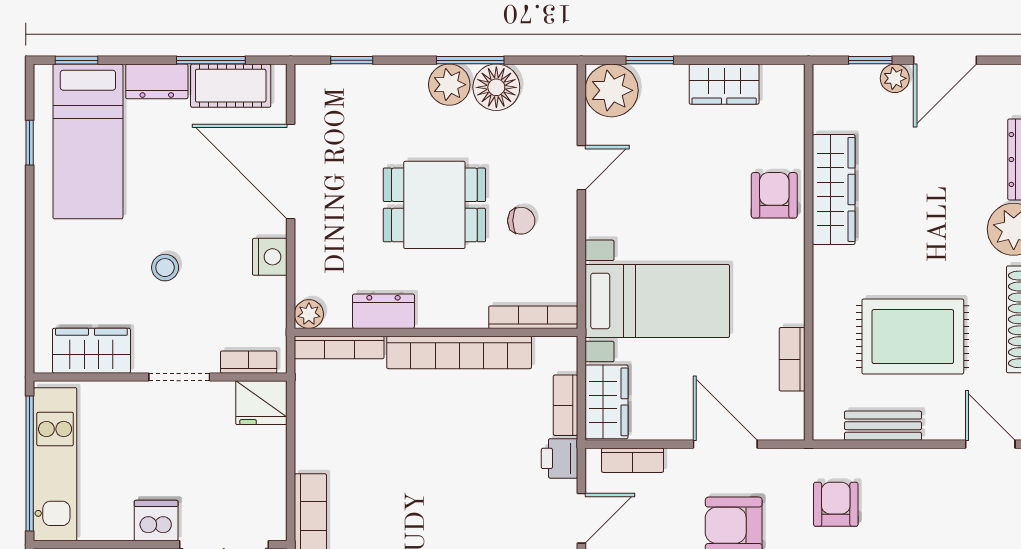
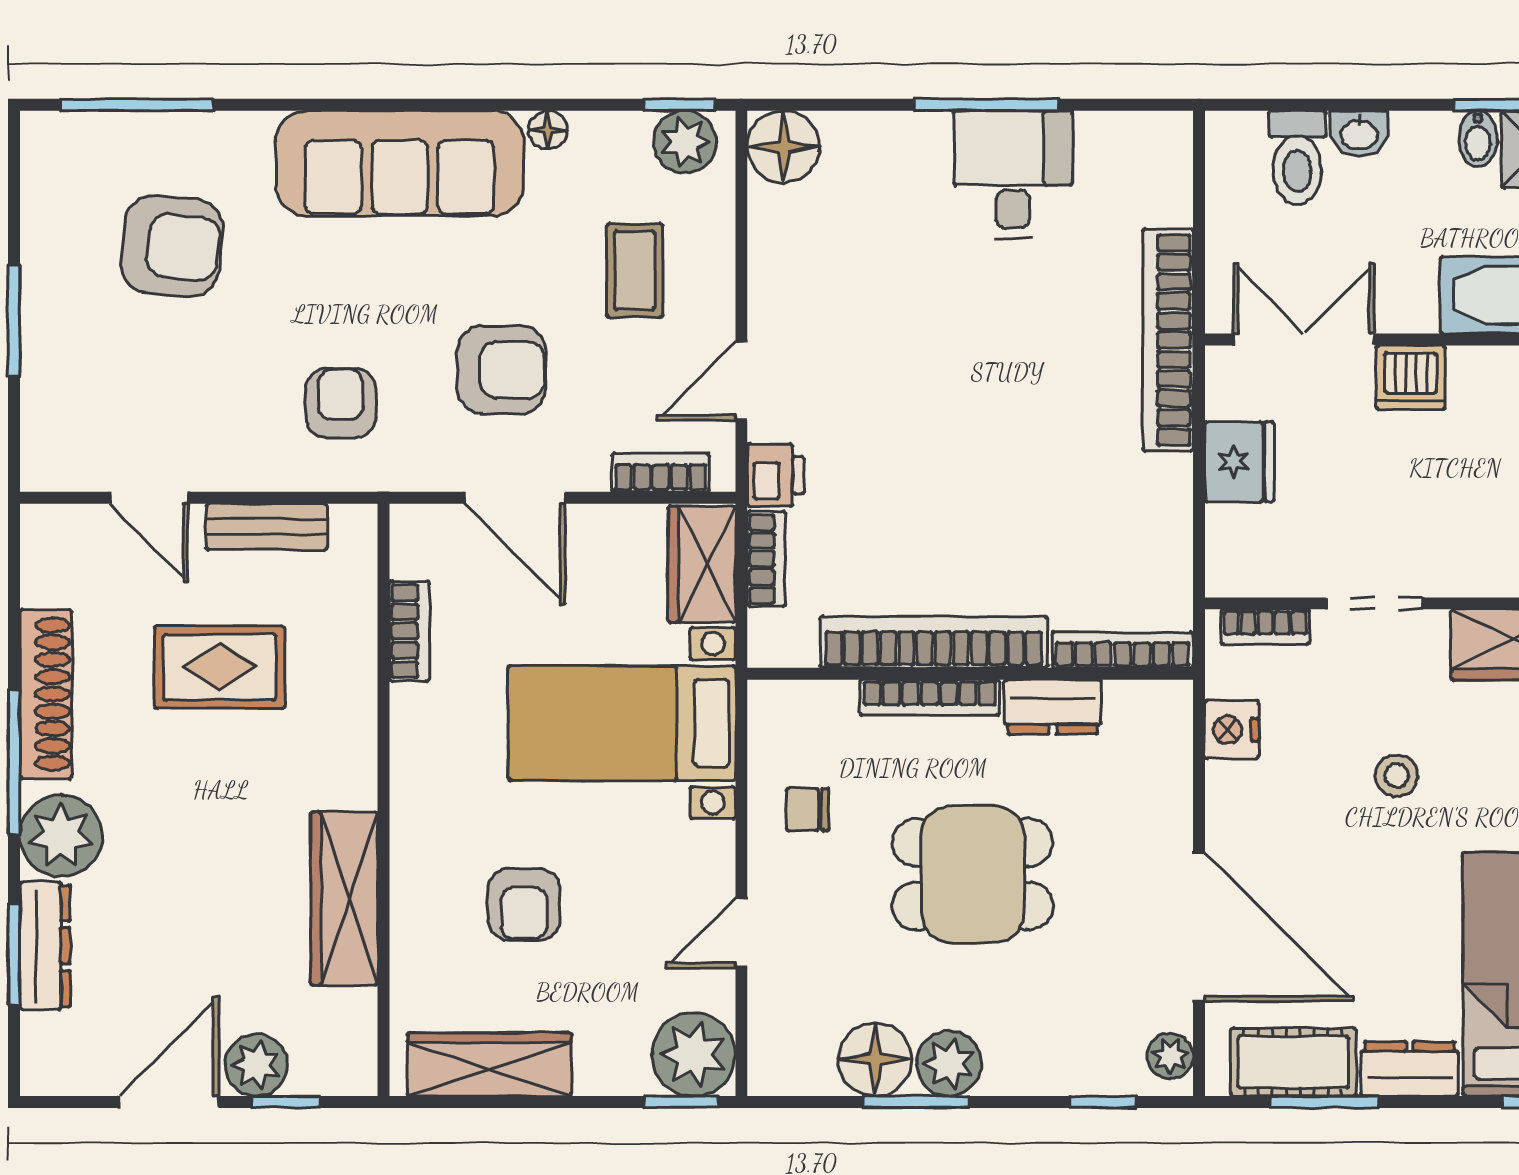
window: (650, 60) -> (681, 1102), moved
plant: (895, 78) -> (256, 1065), width x1.38, depth x1.38
wardrobe: (724, 84) -> (489, 1064), width x1.50
armchair: (774, 195) -> (524, 904), moved
chair: (521, 221) -> (807, 810), moved
nightstand: (270, 257) -> (1232, 730), moved
plant: (309, 314) -> (1170, 1056), moved
bookcase: (533, 317) -> (930, 698), moved
rug: (913, 337) -> (220, 667), width x0.73, depth x0.70
fridge: (261, 403) -> (1239, 462), moved, turned 90
door: (990, 444) -> (149, 498), moved
armchair: (836, 504) -> (341, 403), turned 180

